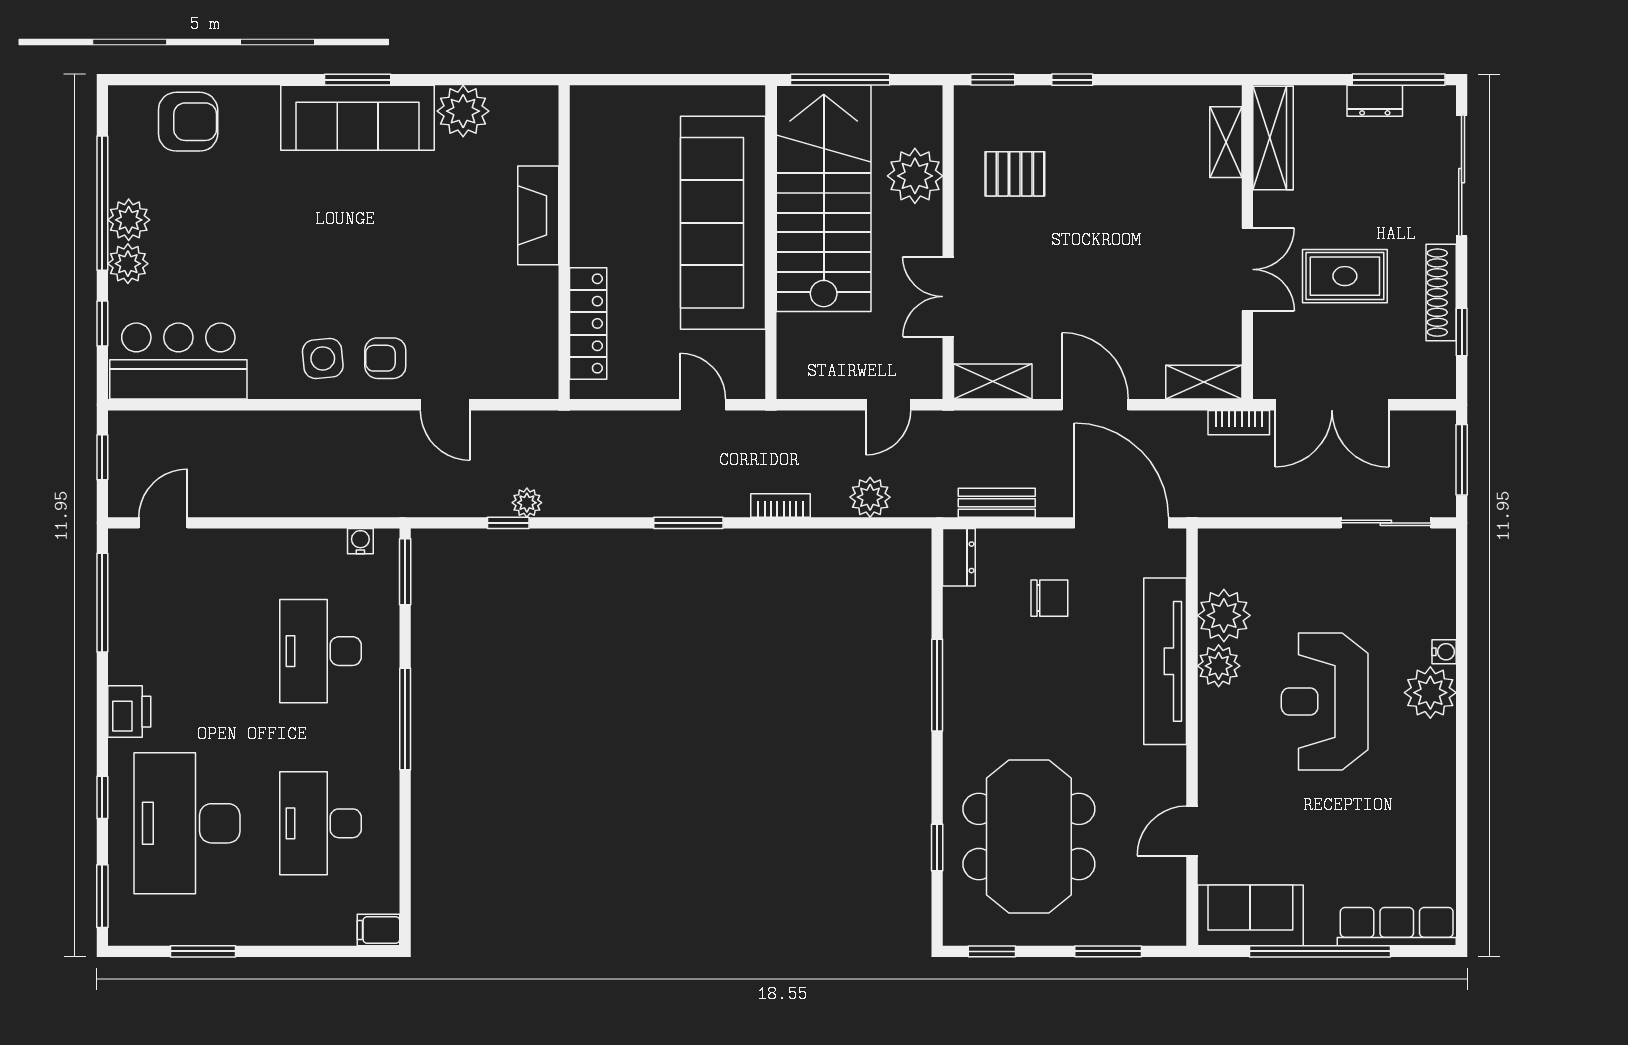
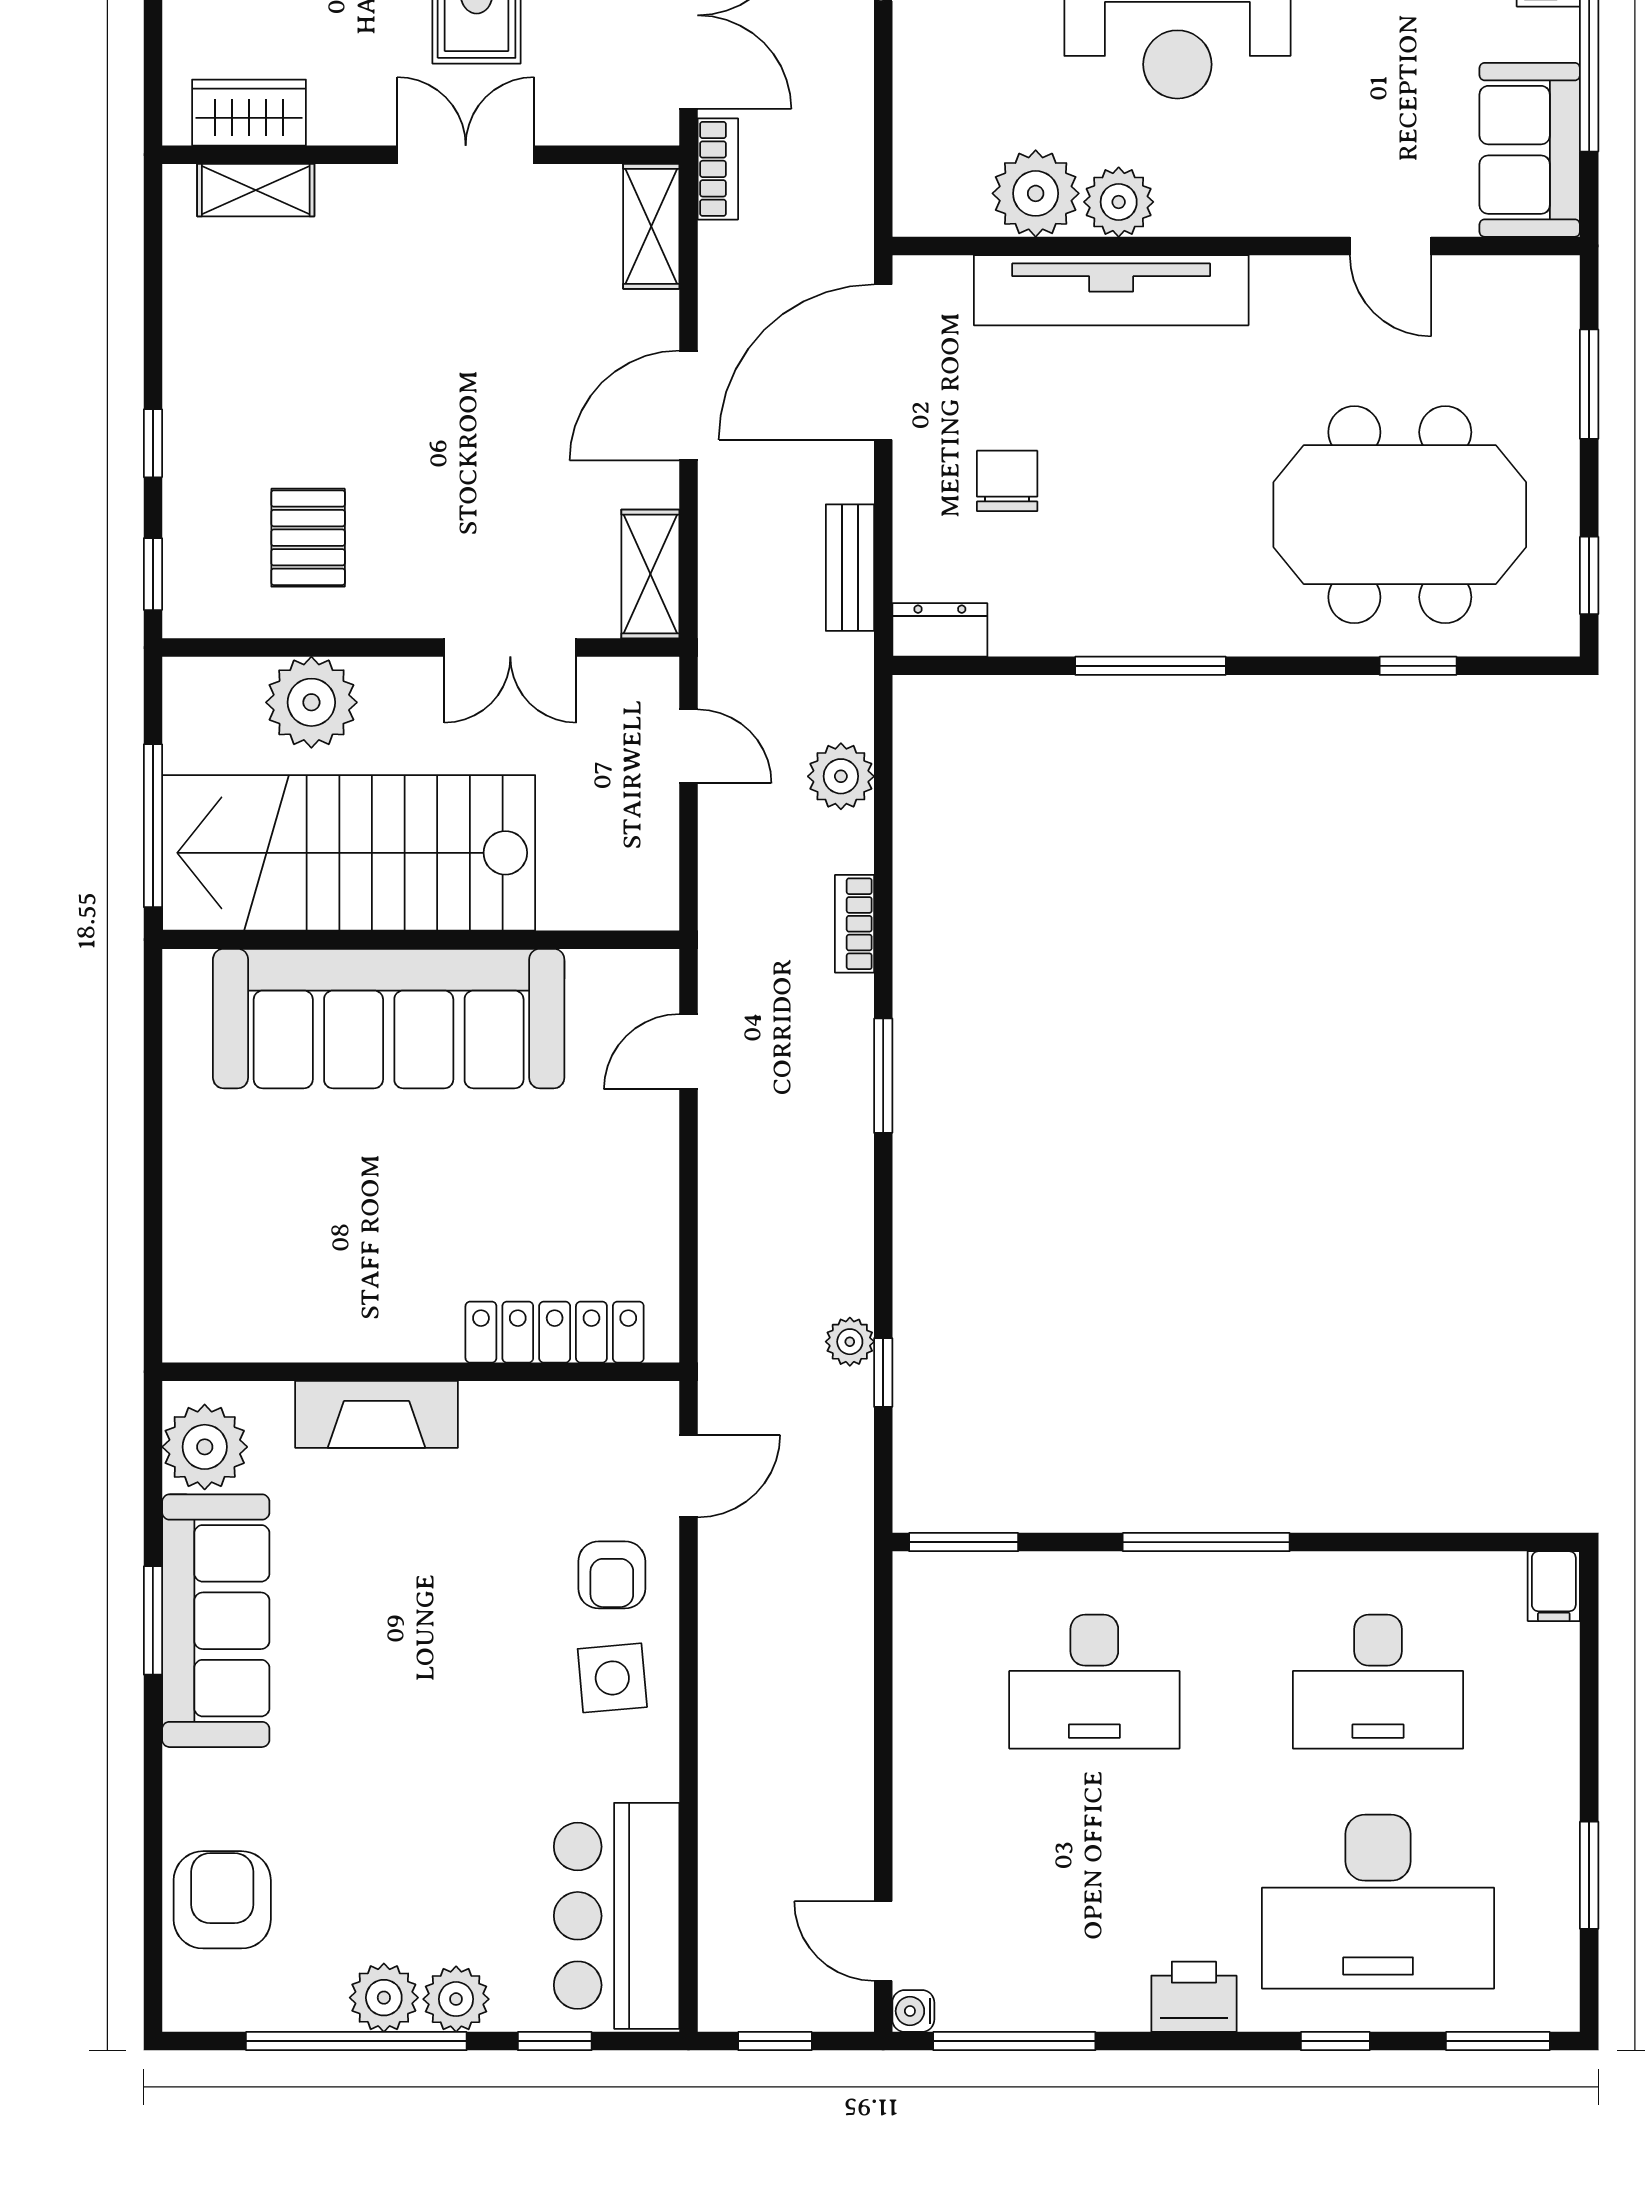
wardrobe: (1273, 138) -> (249, 113), width x0.67
fireplace: (538, 215) -> (376, 1414), moved
wall: (564, 242) -> (421, 1372), moved
locker: (588, 323) -> (555, 1332), moved
water cooler: (360, 541) -> (913, 2011), moved

